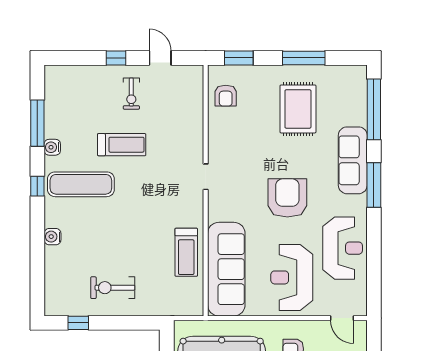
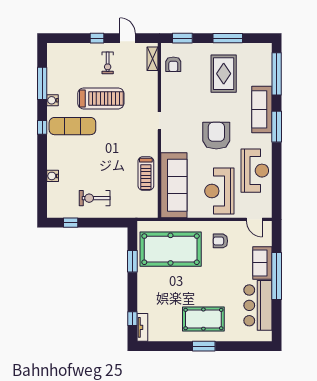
shelving: (196, 88) -> (153, 59), added
treadmill: (122, 145) -> (101, 98), width x1.37, depth x1.38
water cooler: (52, 237) -> (53, 176), moved

